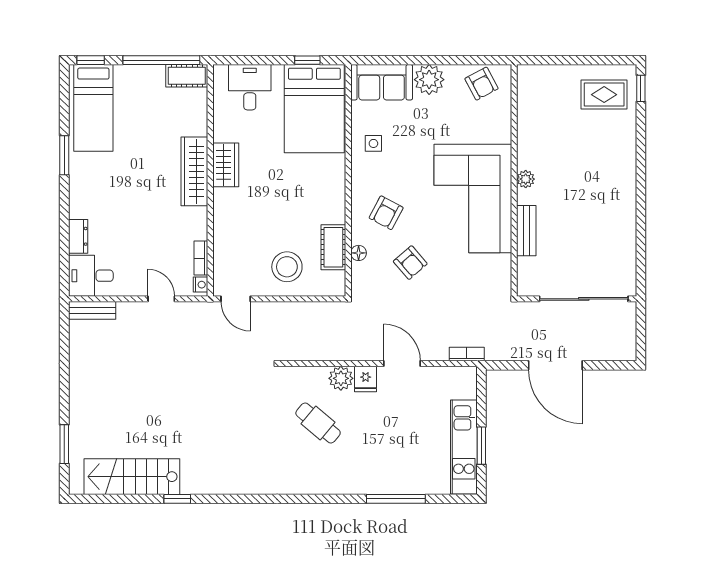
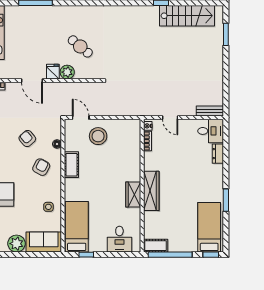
bed: (314, 109) -> (77, 227), width x0.67
cot: (333, 247) -> (71, 165), moved
door: (236, 299) -> (81, 118), moved

